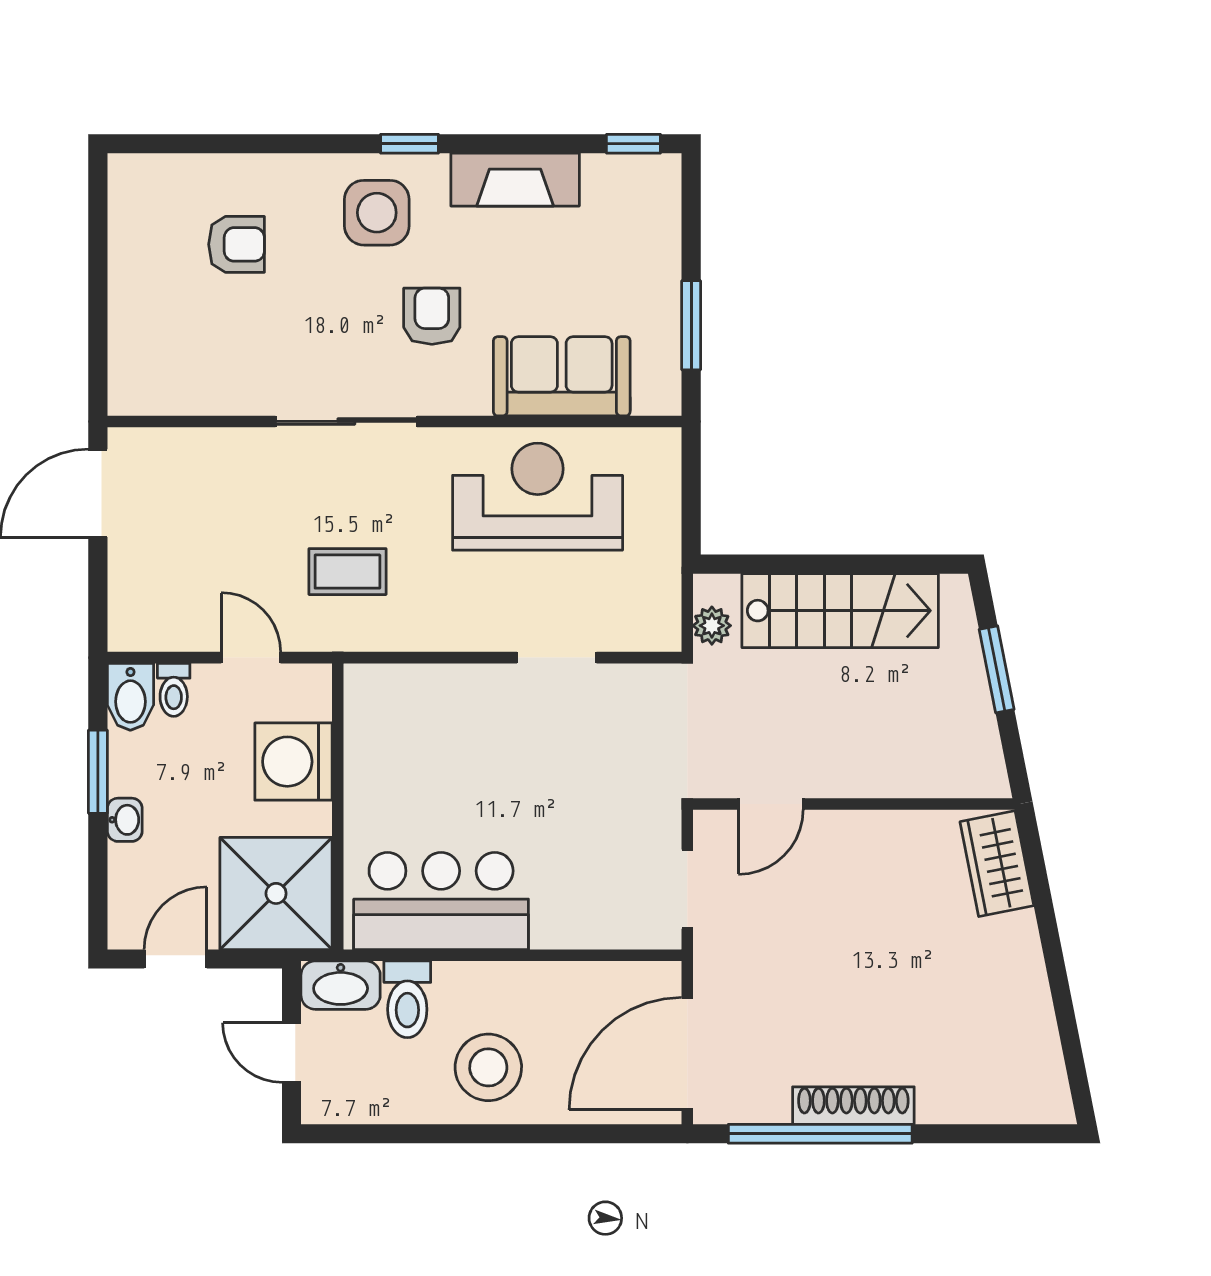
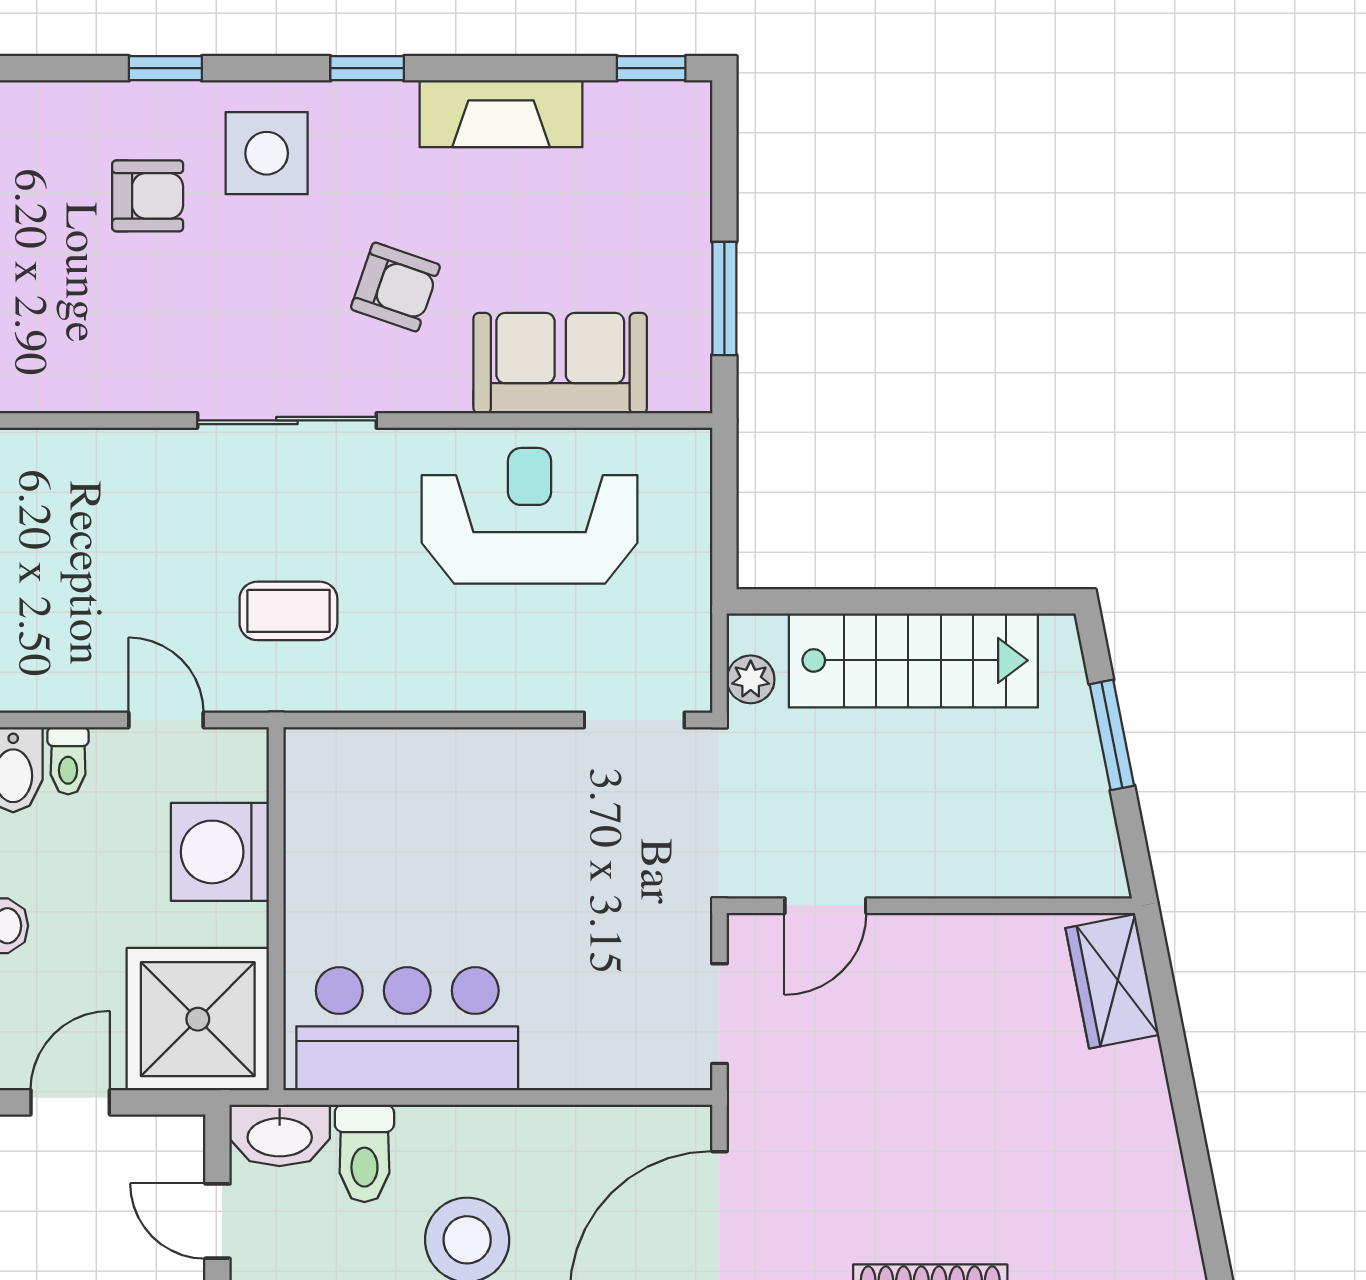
window: (250, 144) -> (165, 68), added
side table: (377, 213) -> (267, 153), moved
armchair: (432, 316) -> (395, 287), turned 109
doorway: (557, 658) -> (634, 720), moved

